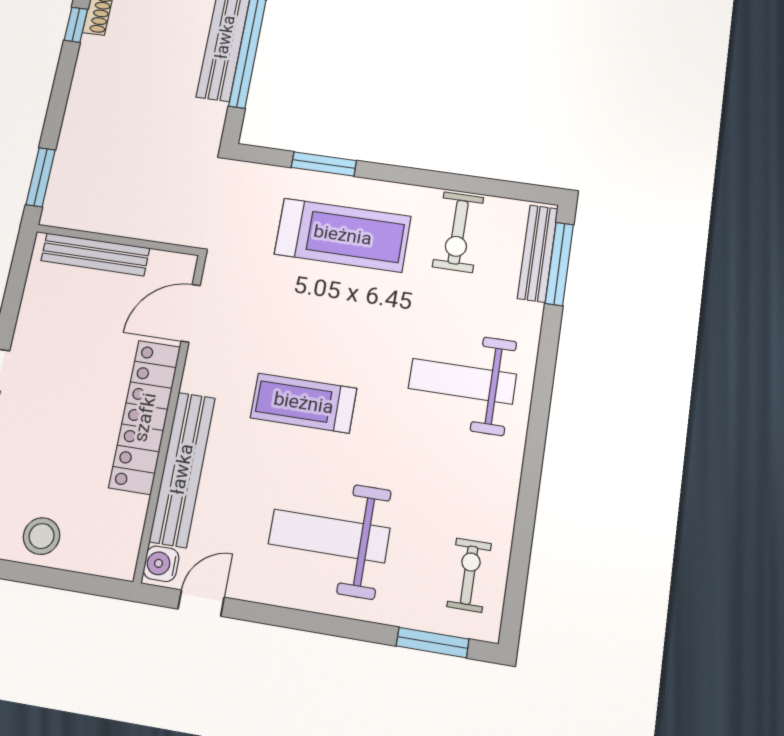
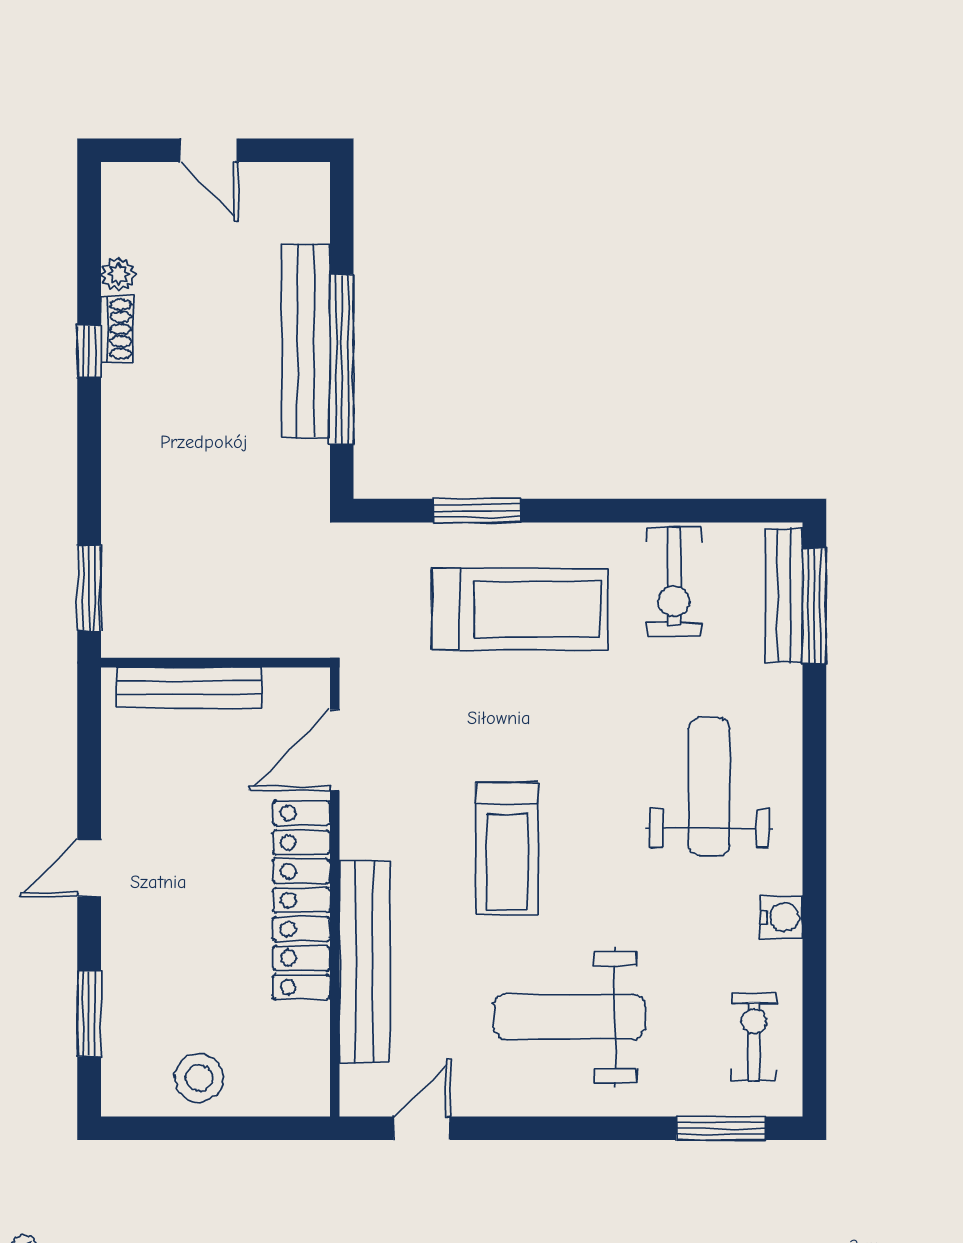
weight bench: (462, 381) -> (709, 787), turned 90
treadmill: (304, 403) -> (507, 849), turned -90
water cooler: (161, 564) -> (781, 917), moved, turned 180

